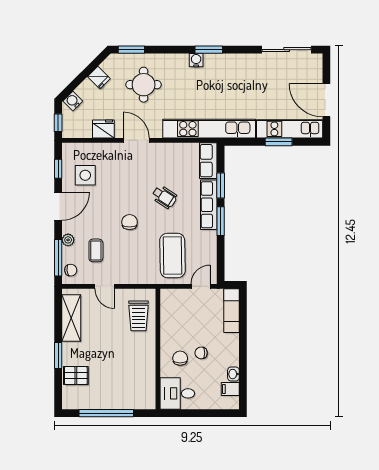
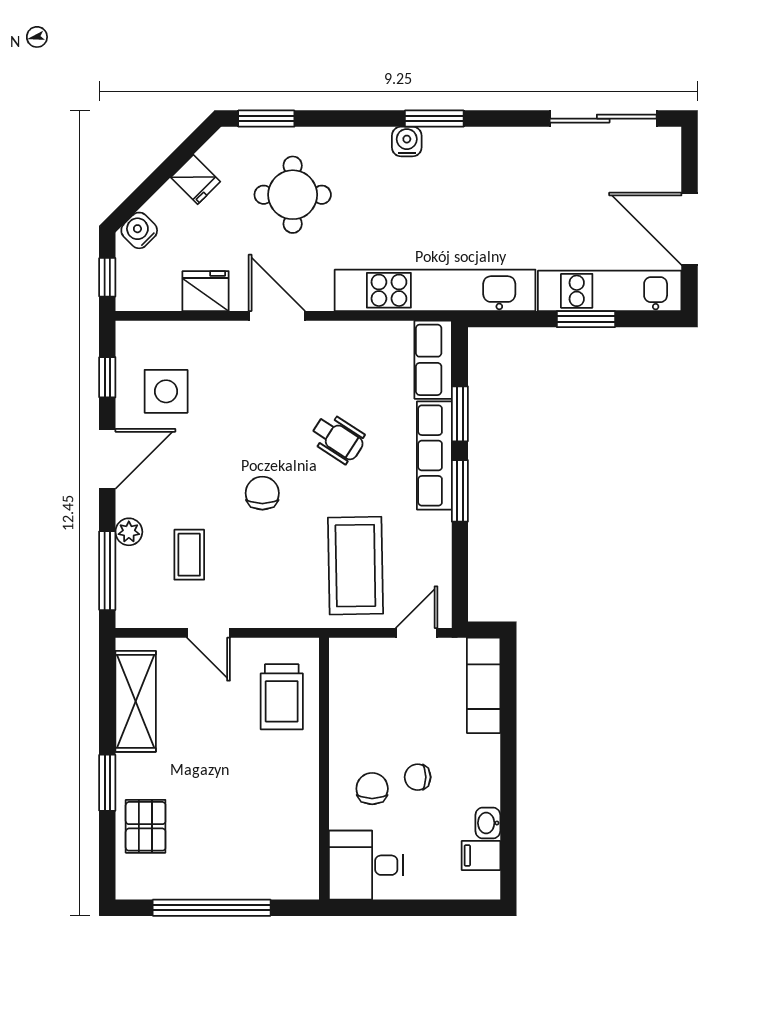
chair: (71, 270) -> (135, 597), removed
pallet: (76, 376) -> (146, 826), turned 90

